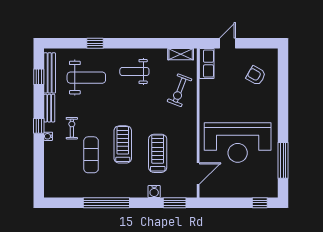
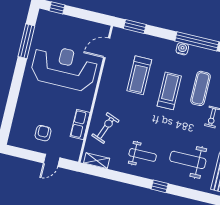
window: (95, 43) -> (160, 186), moved
row of seats: (207, 64) -> (80, 124), moved
armchair: (256, 75) -> (43, 133), moved, turned -120
treadmill: (123, 144) -> (169, 91), turned 180
water cooler: (154, 191) -> (182, 49), moved

